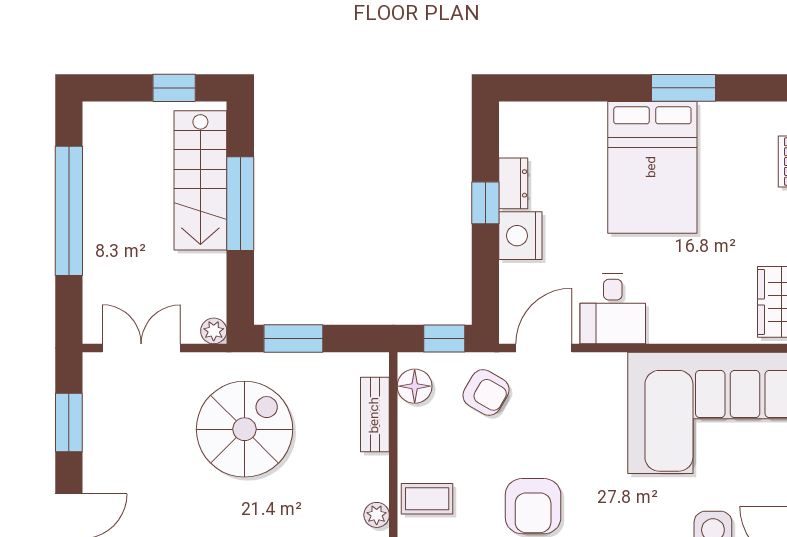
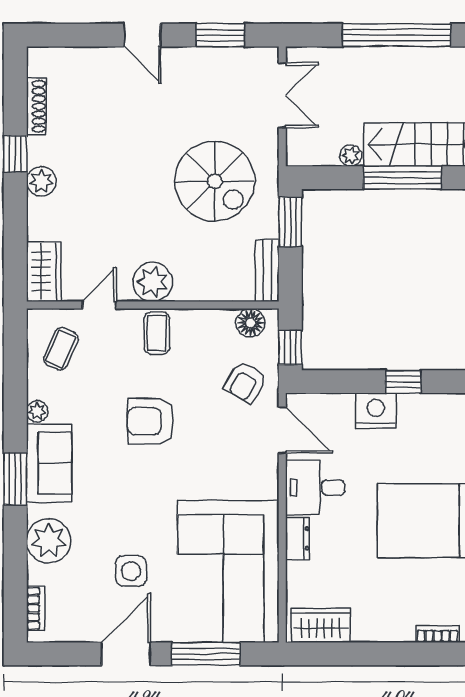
dresser: (513, 183) -> (298, 538), moved, turned -90
plant: (214, 331) -> (351, 156), moved
bench: (375, 415) -> (267, 271), moved, turned 90
plant: (377, 515) -> (153, 282), width x1.88, depth x1.88

